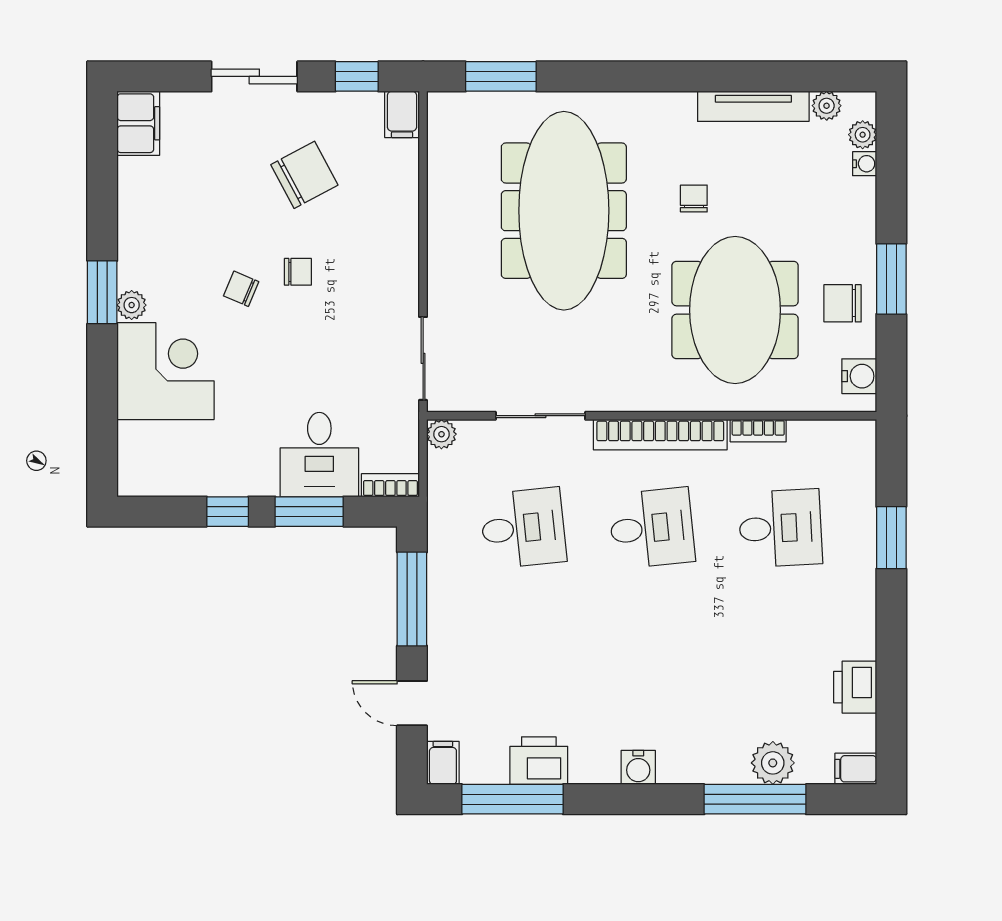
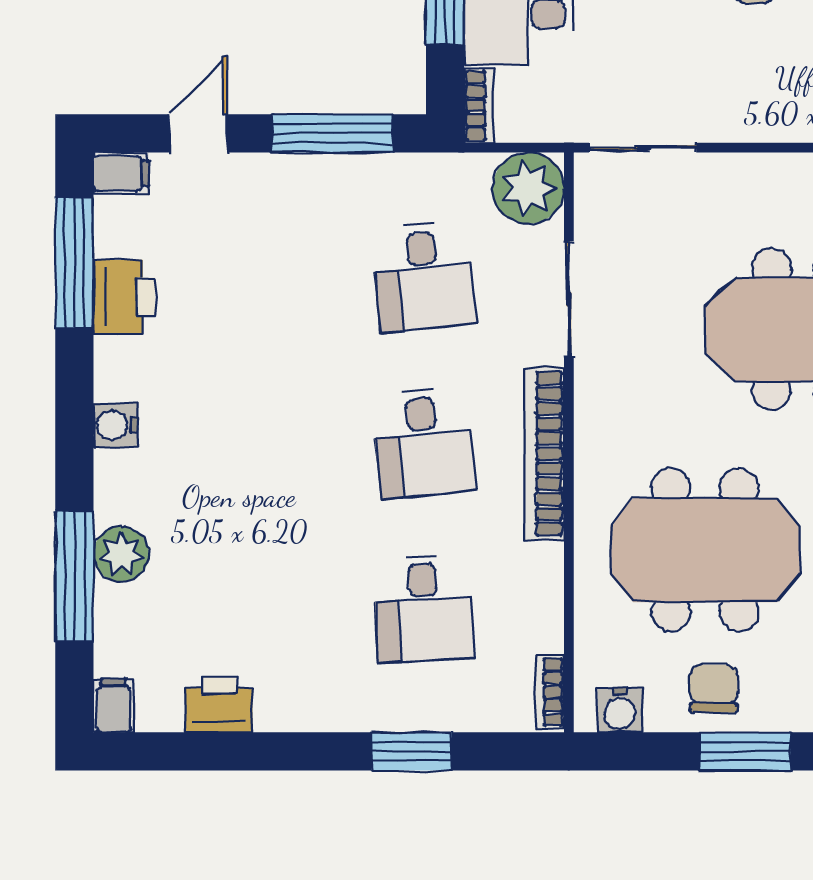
bookcase: (758, 431) -> (550, 692), moved
plant: (441, 434) -> (528, 188), width x1.88, depth x1.88
plant: (773, 763) -> (121, 554), moved

